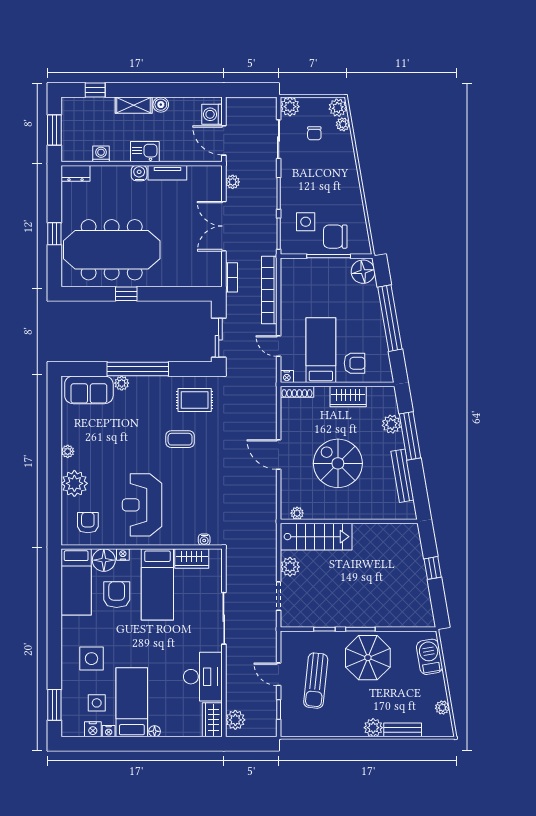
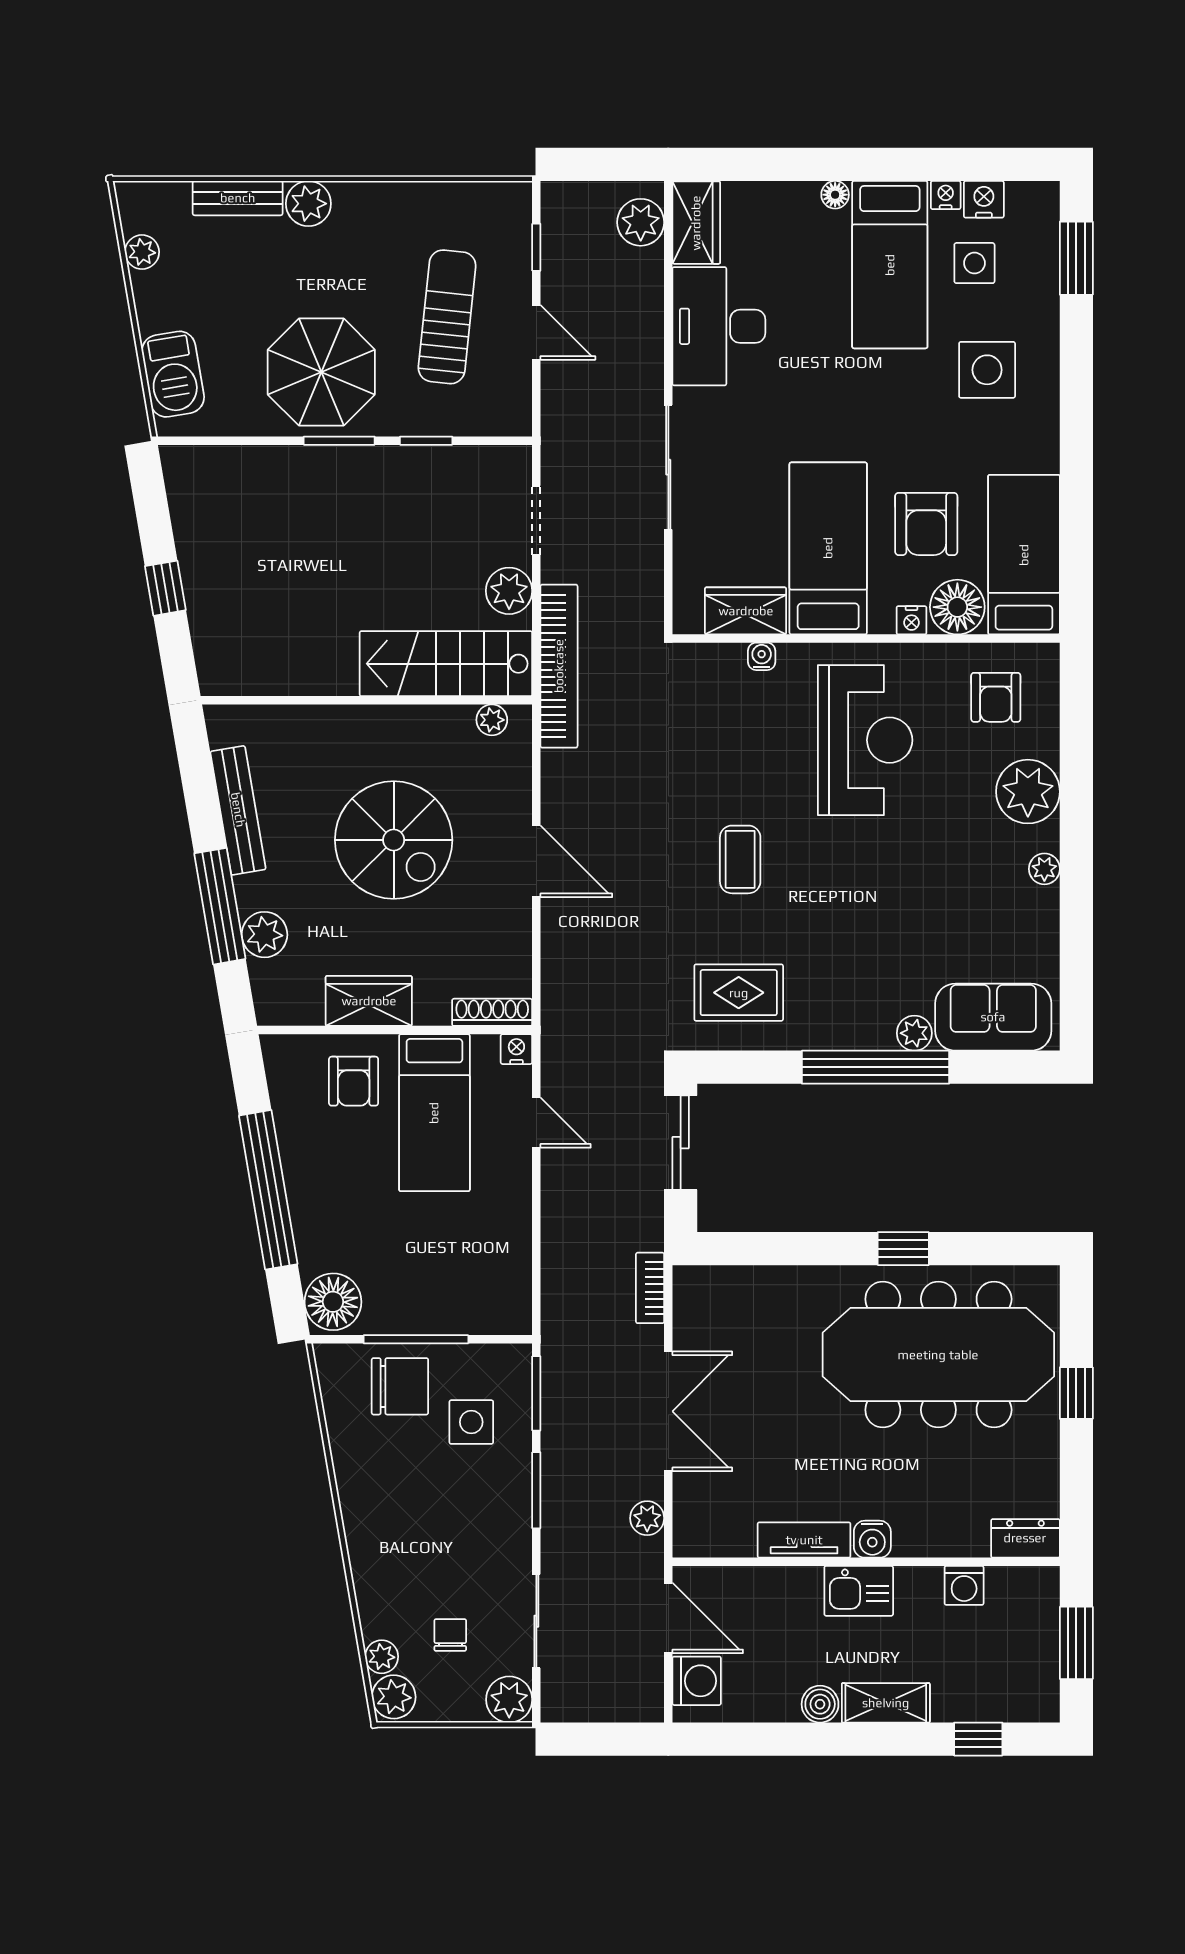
bookcase: (269, 290) -> (559, 666), moved
armchair: (354, 363) -> (354, 1081), turned -90
coffee table: (180, 439) -> (740, 859), moved, turned 90
water cooler: (204, 540) -> (762, 656), moved

